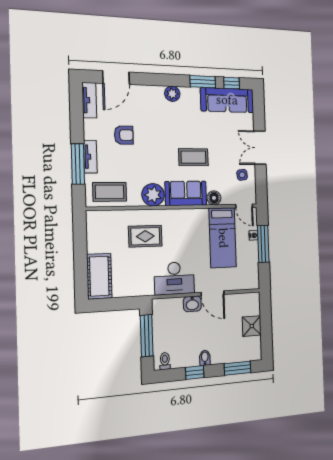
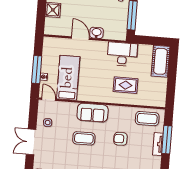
armchair: (124, 135) -> (120, 139), moved
double door: (260, 148) -> (31, 142), swing flipped
plant: (153, 195) -> (117, 114), removed
floor lamp: (214, 198) -> (72, 107), removed
desk: (174, 278) -> (122, 54), moved

